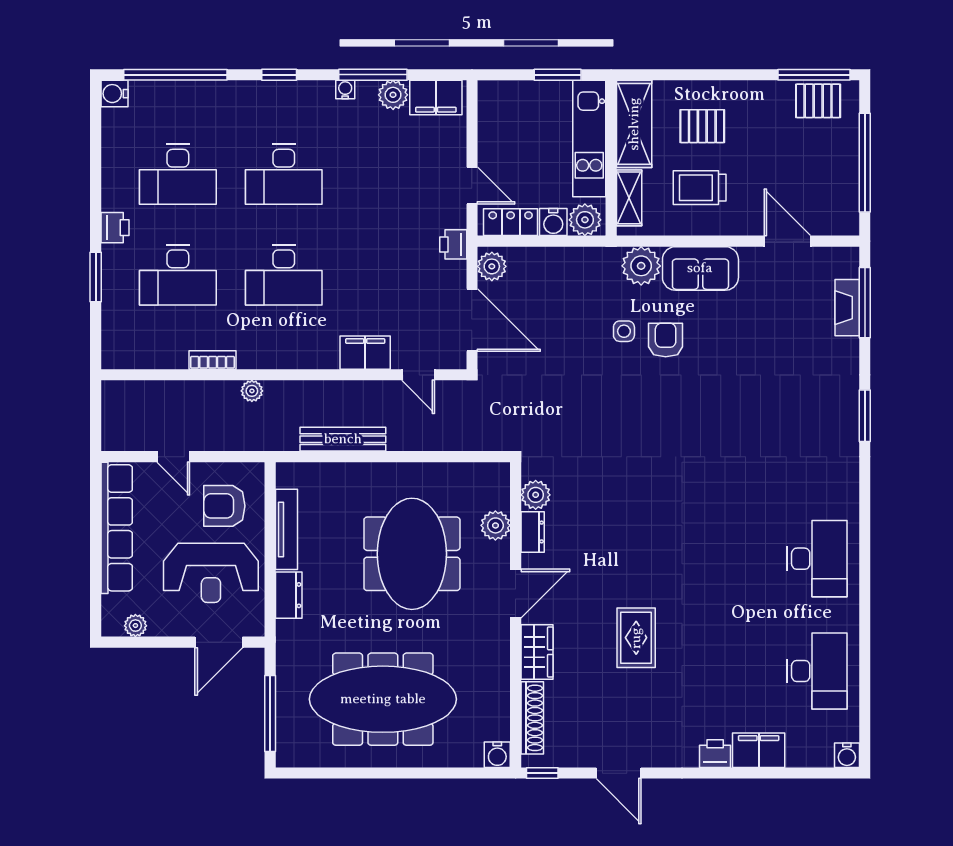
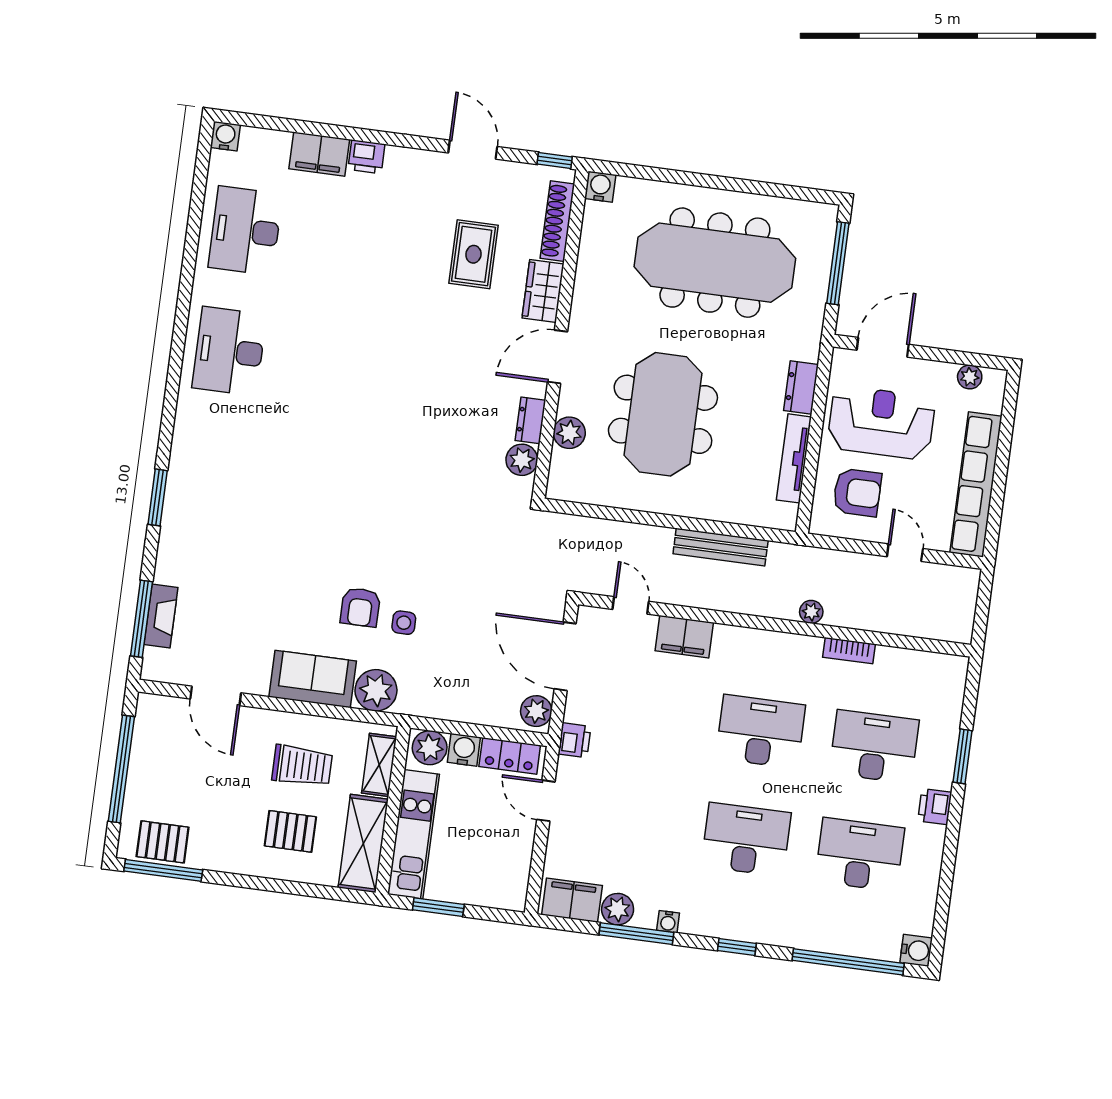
rug: (636, 638) -> (473, 254), moved

